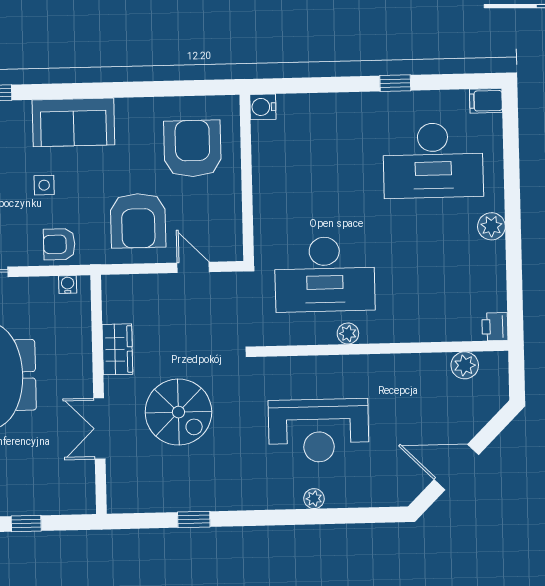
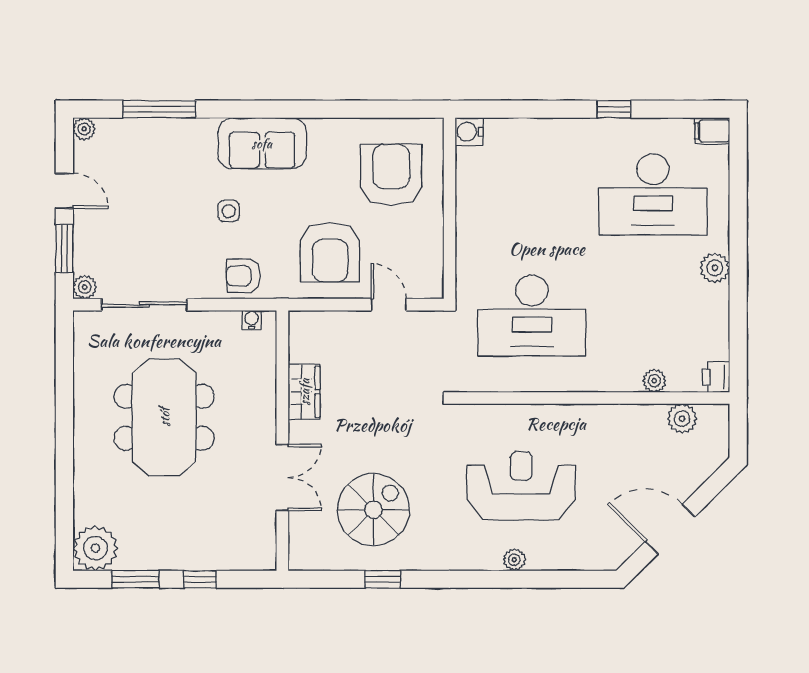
plant: (348, 334) -> (654, 381), moved
spiral stairs: (178, 412) -> (373, 510), moved, turned -90
double door: (99, 428) -> (282, 478), swing flipped
reception desk: (319, 431) -> (521, 486), turned 180

